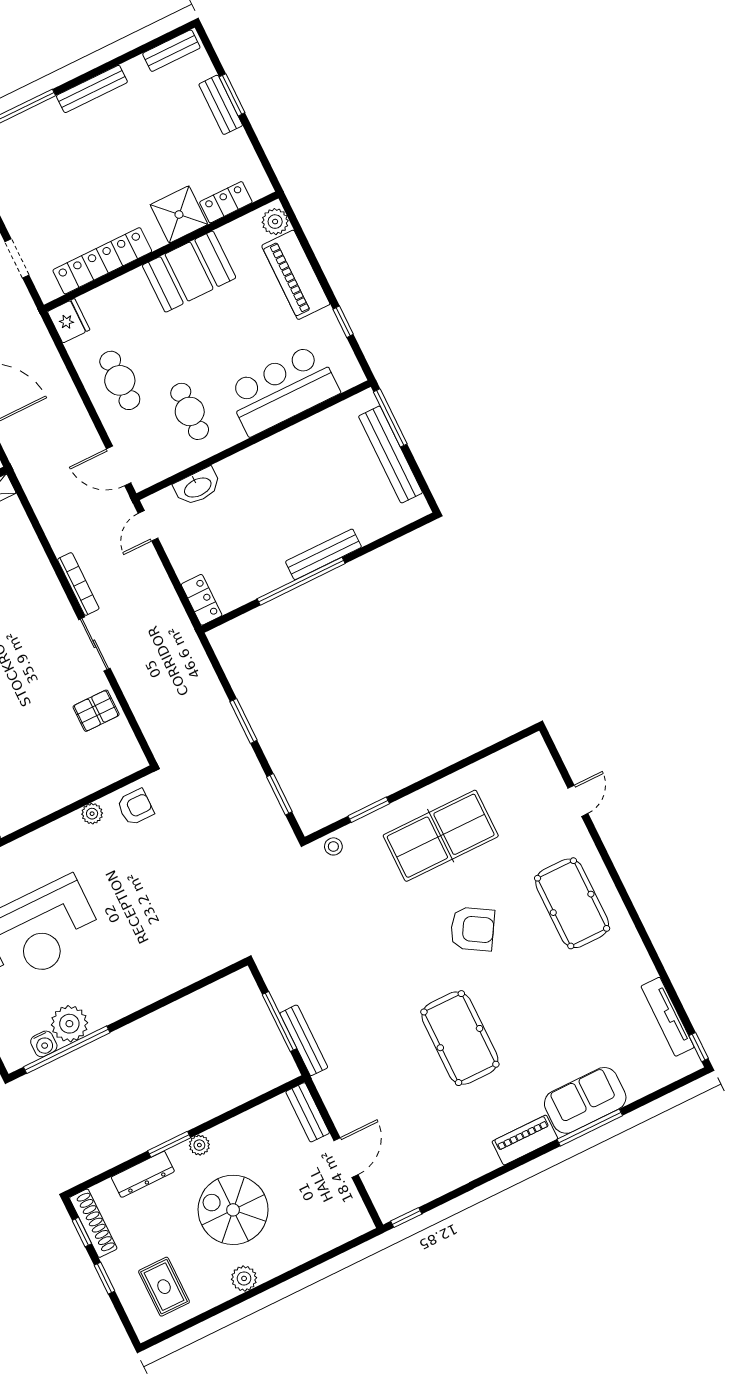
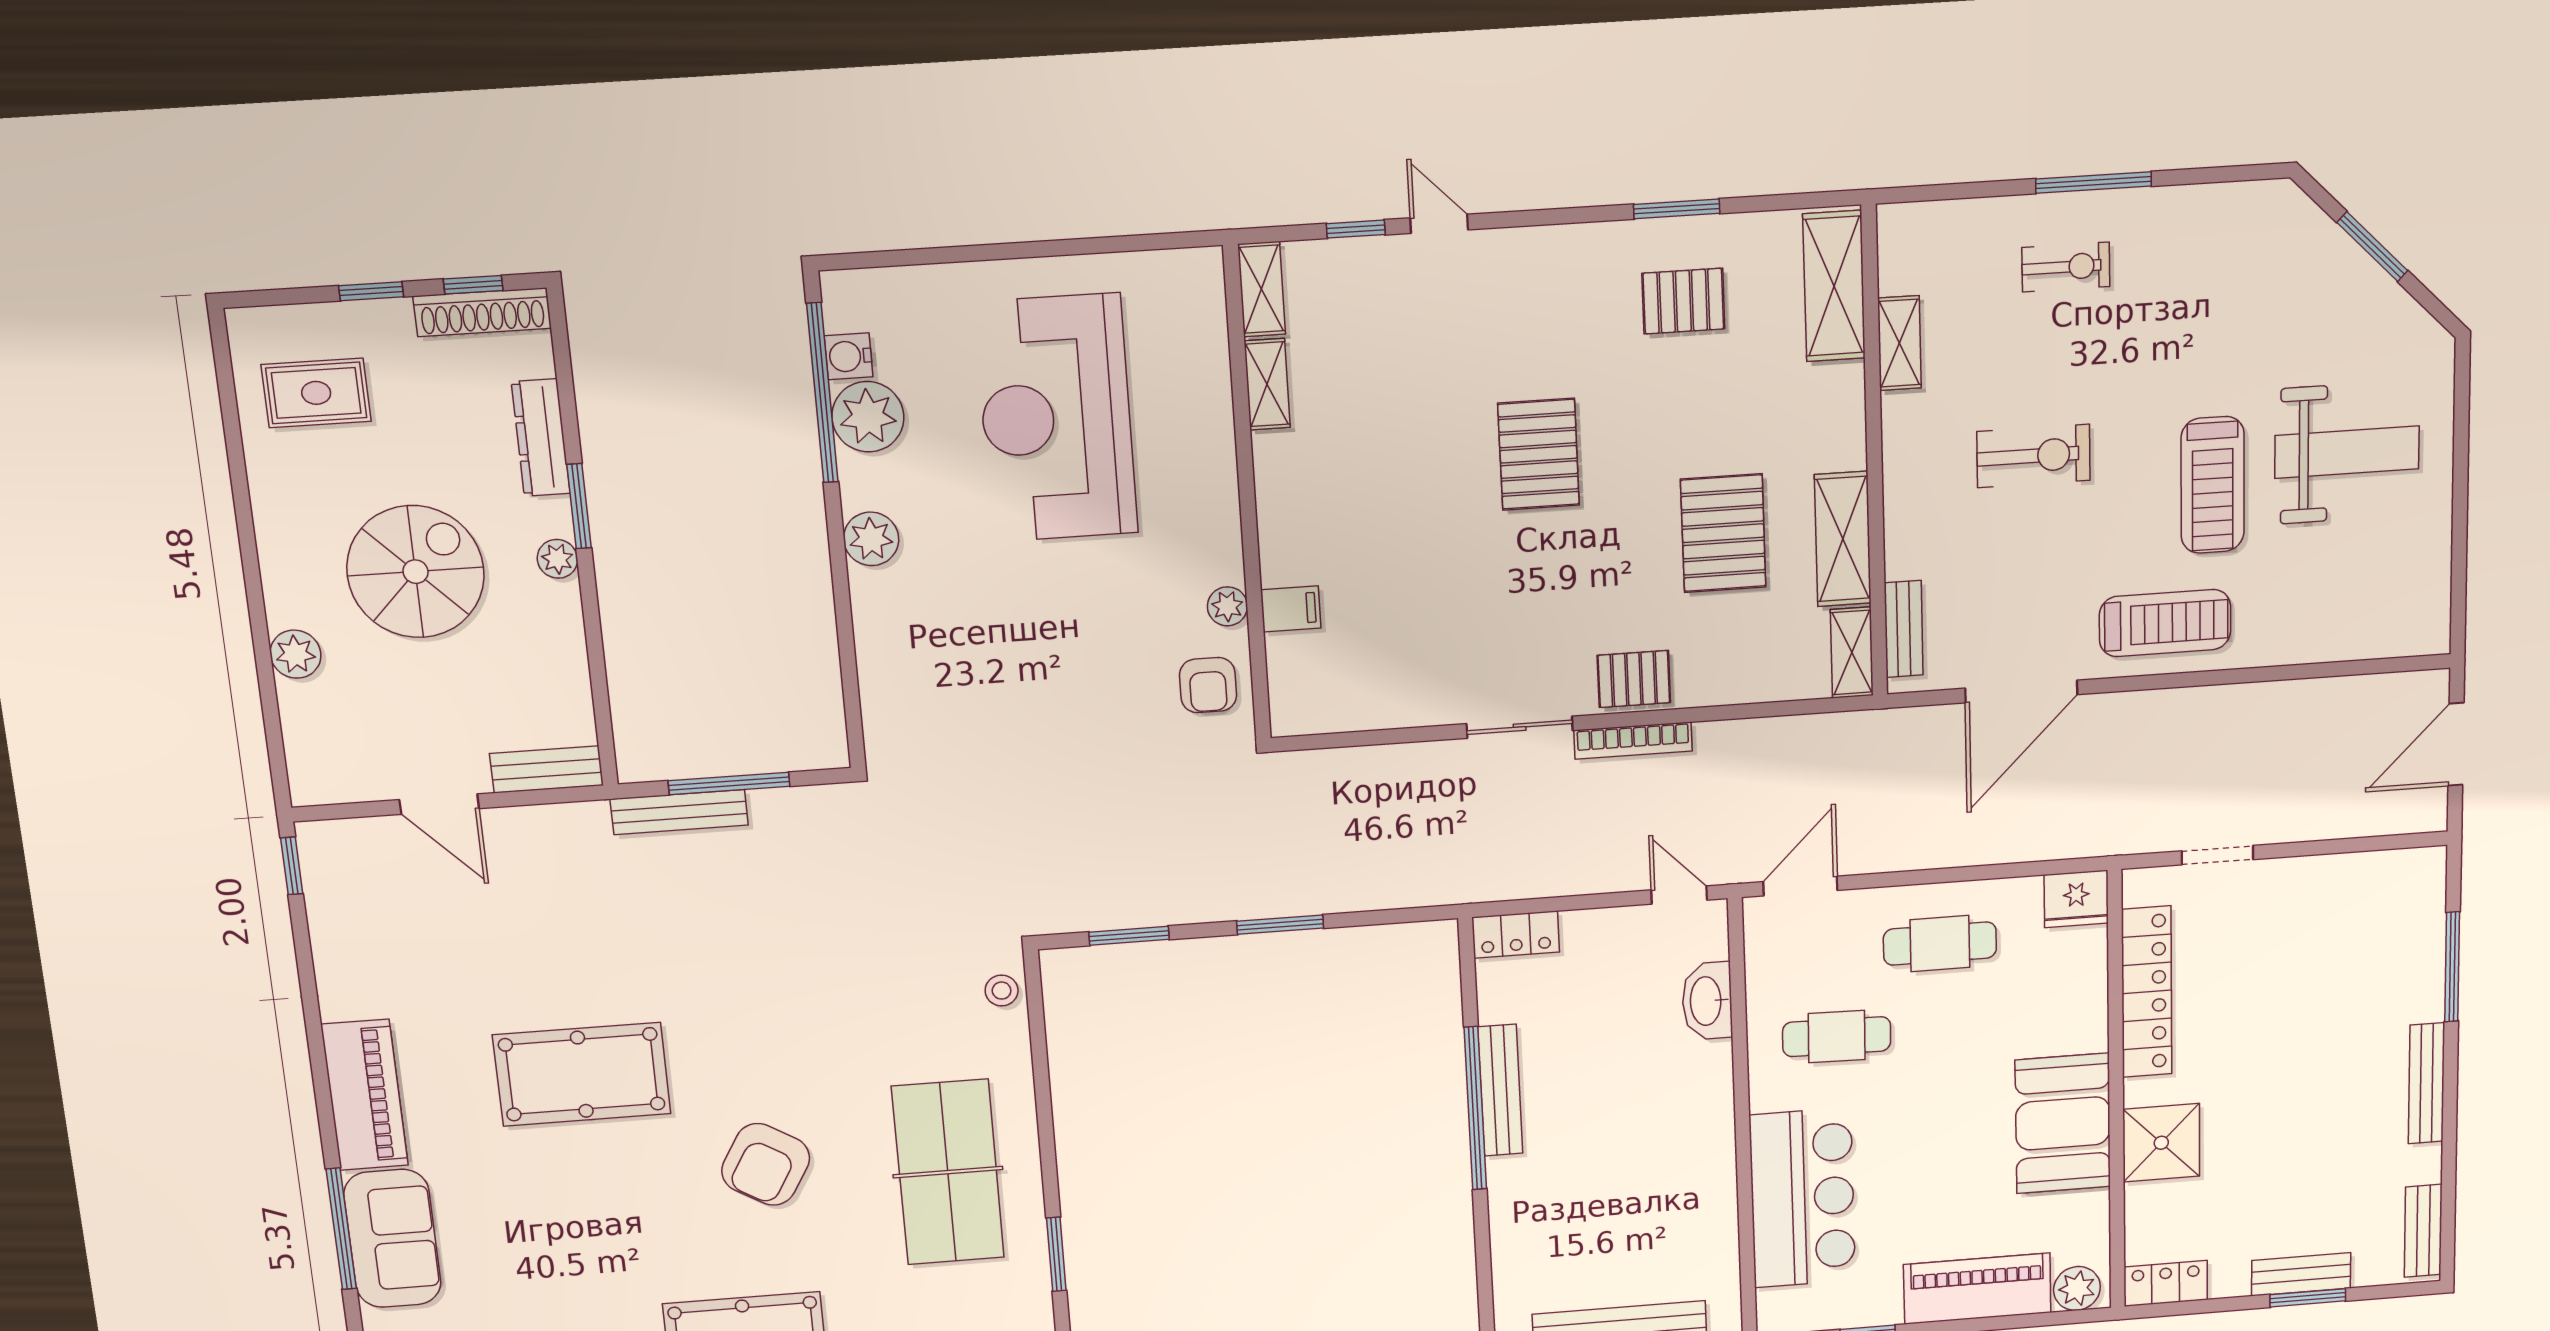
locker: (226, 202) -> (2166, 1283), moved, turned -90
bench: (323, 554) -> (1500, 1090), moved
pallet: (96, 711) -> (1634, 679), moved, turned 90
filing cabinet: (81, 782) -> (1291, 609), added
window: (369, 810) -> (1056, 1254), moved
plant: (129, 999) -> (871, 539), added
piano: (525, 1140) -> (365, 1095), width x1.37, depth x1.33
plant: (244, 1278) -> (295, 654), moved

